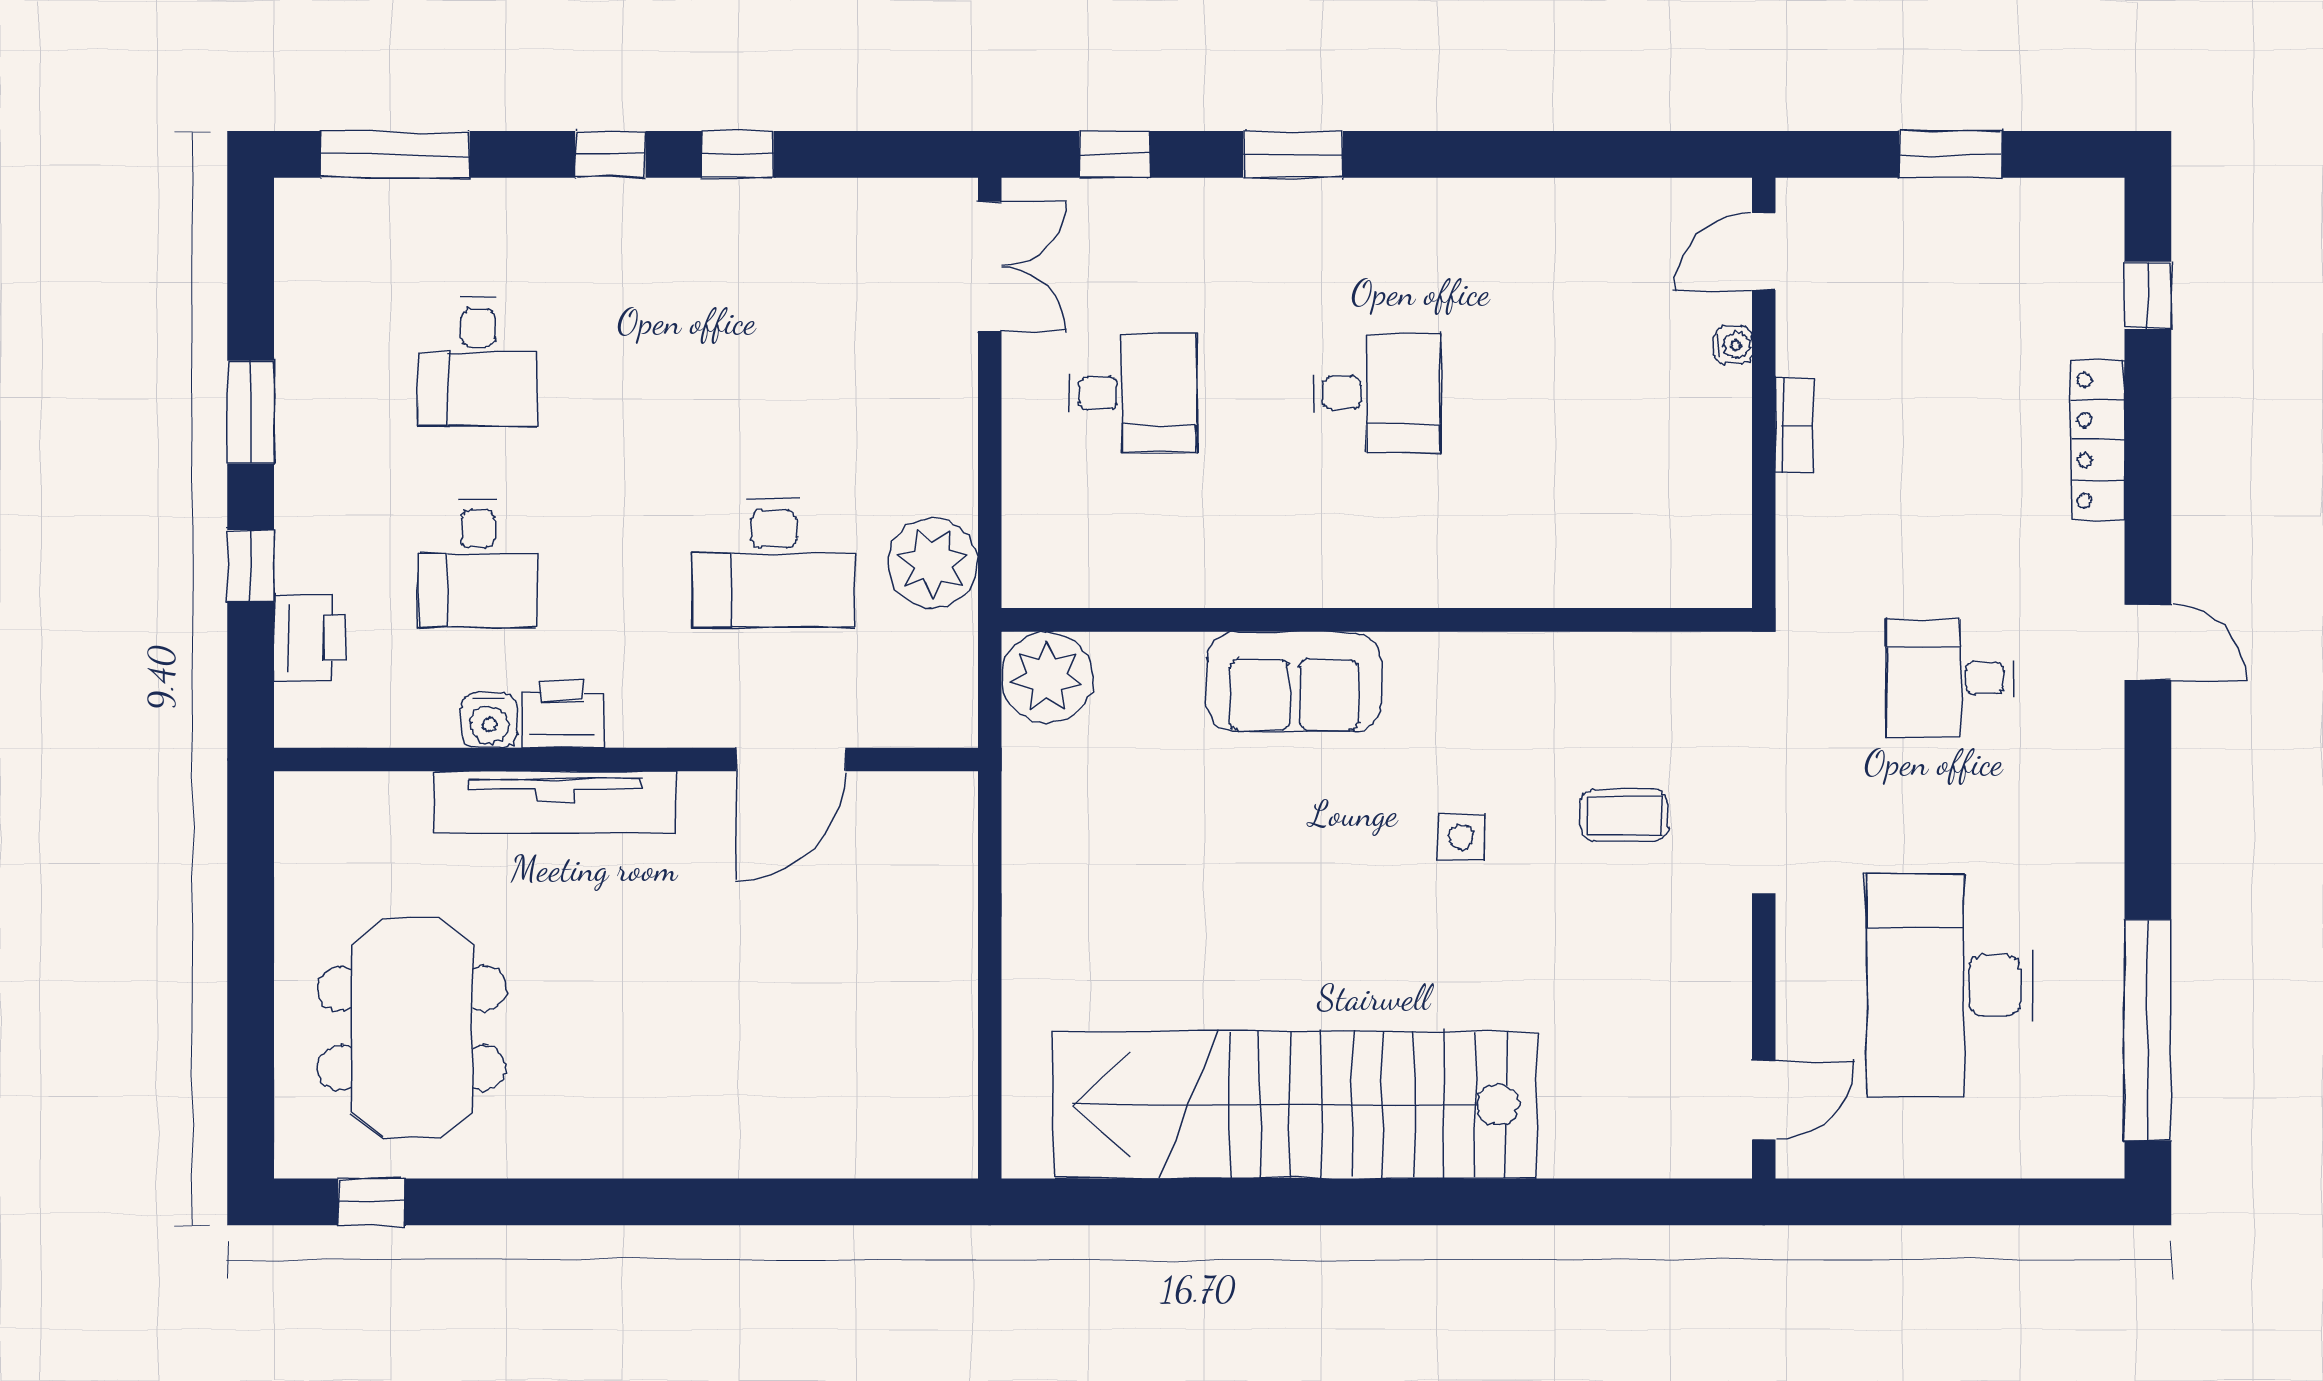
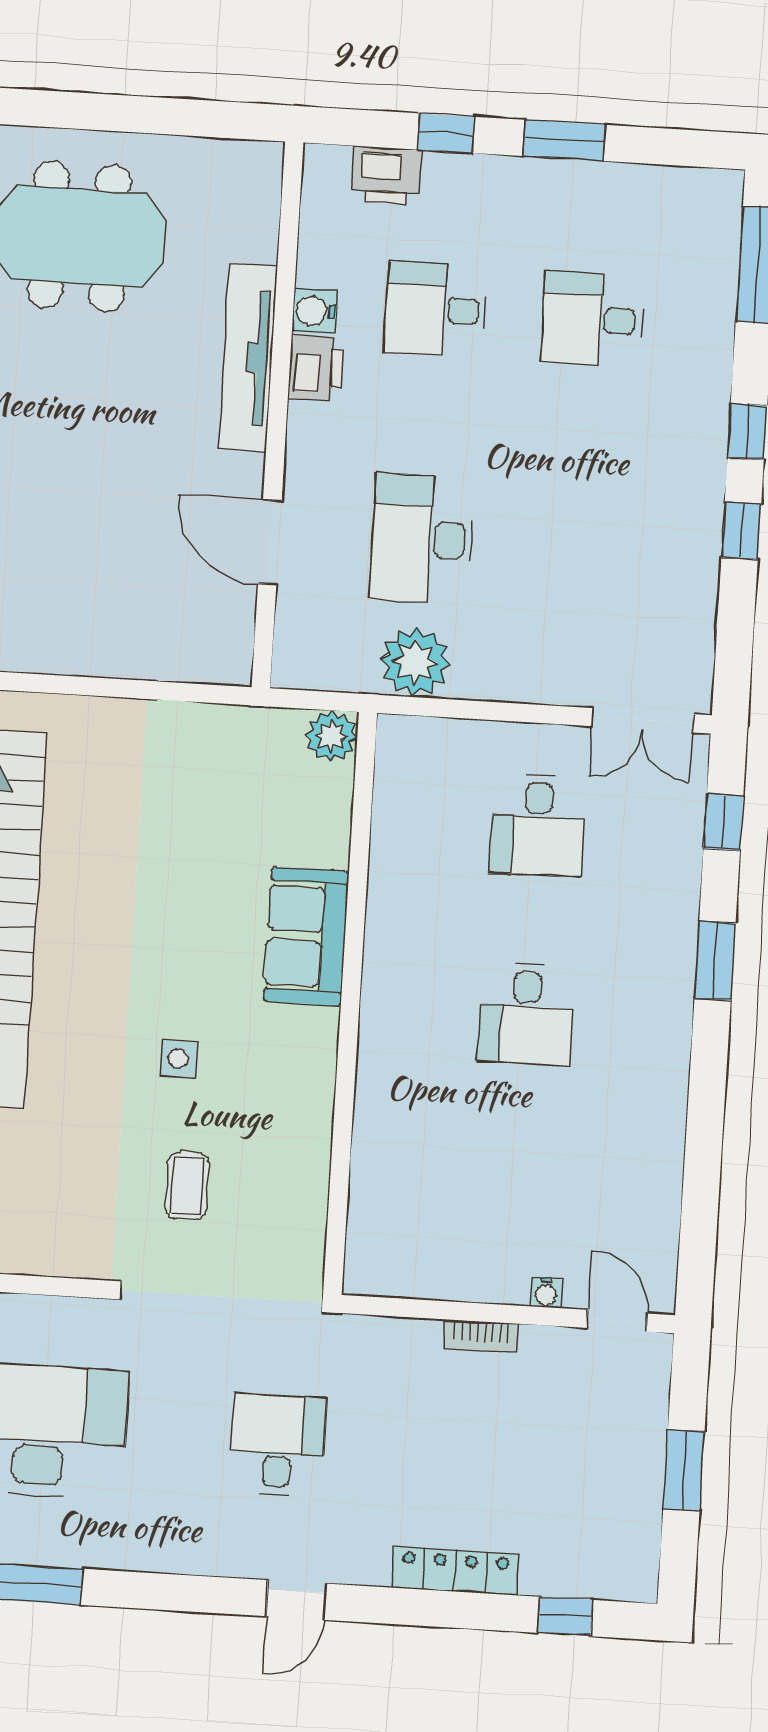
plant: (1047, 677) -> (331, 736), width x0.73, depth x0.73

